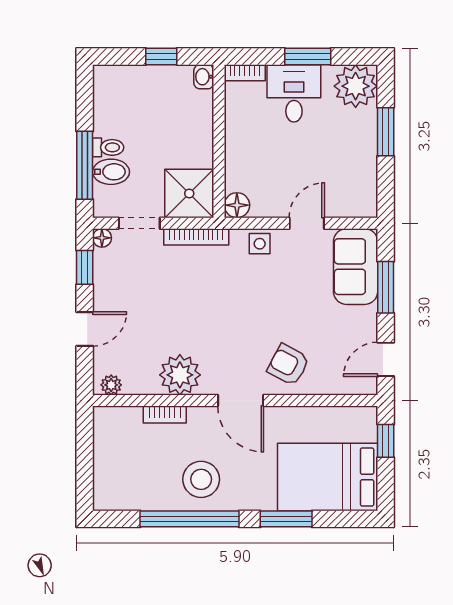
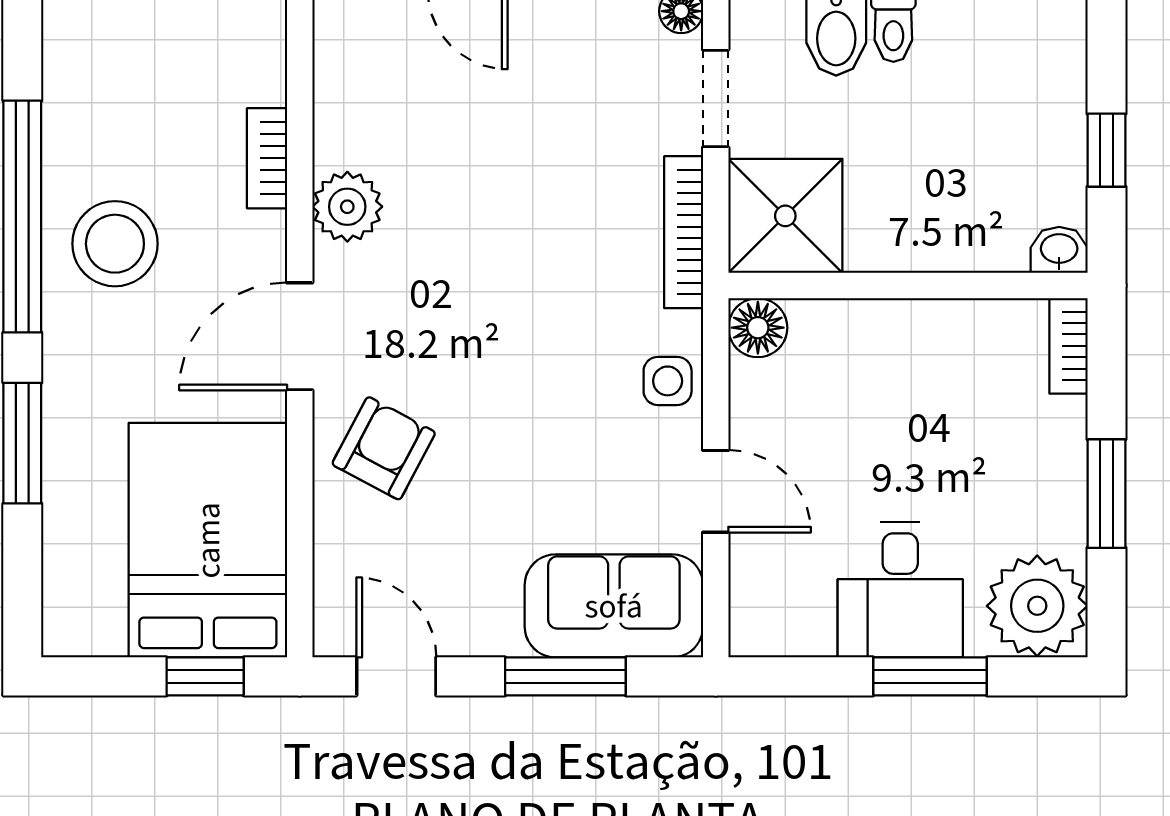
desk: (294, 93) -> (900, 590), moved, turned 90
plant: (180, 375) -> (347, 207), width x0.73, depth x0.73
plant: (111, 385) -> (336, 33), removed
bed: (328, 477) -> (208, 540), moved

